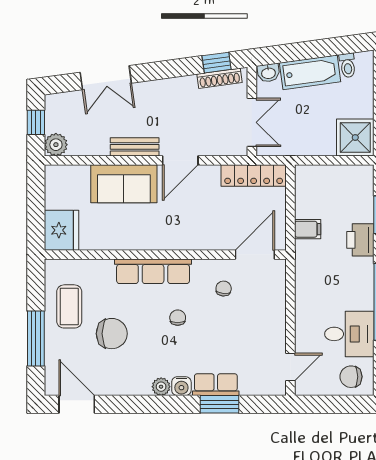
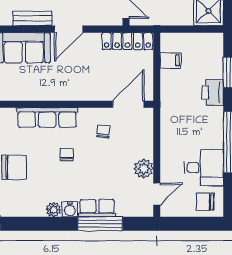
filing cabinet: (308, 229) -> (170, 60), moved
plant: (274, 335) -> (144, 169), added
window: (220, 404) -> (100, 224), width x1.44

